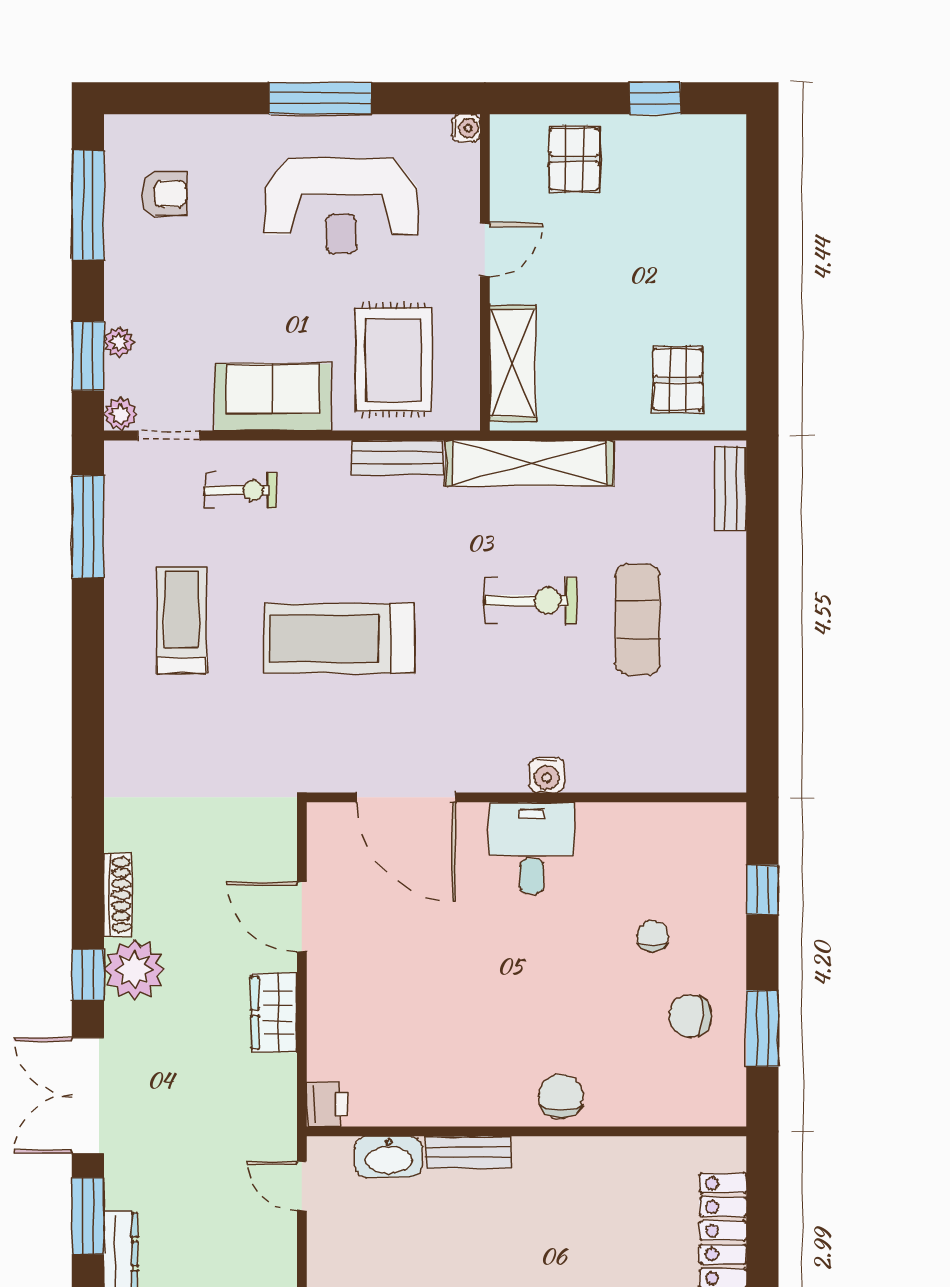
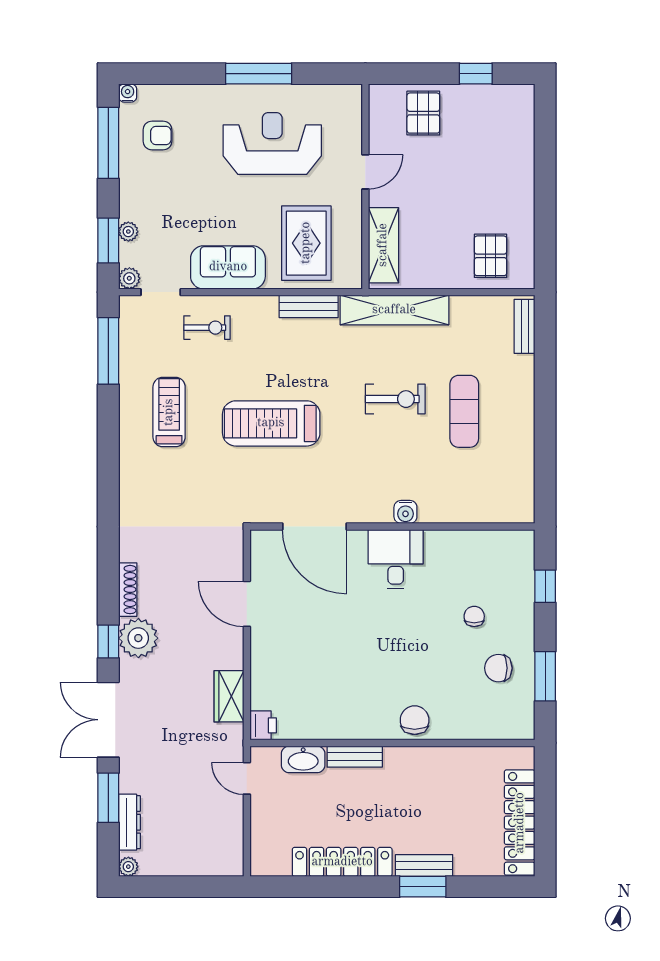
water cooler: (466, 128) -> (128, 93), moved, turned -90
reception desk: (341, 206) -> (272, 143), turned 180
wardrobe: (274, 1013) -> (229, 696), moved

